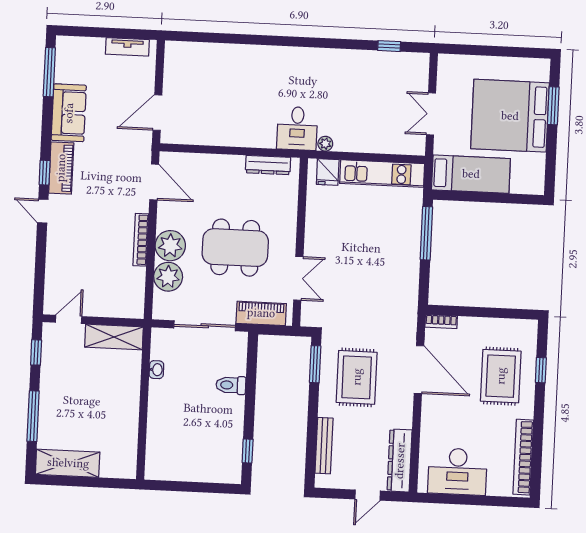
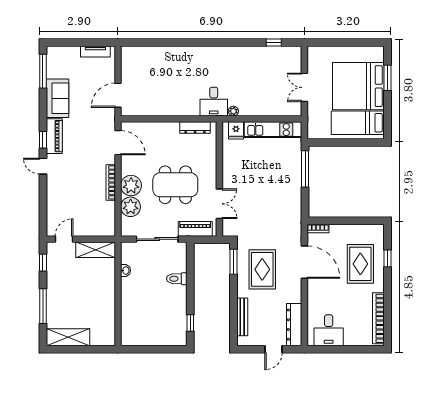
bed: (471, 174) -> (358, 123), moved, turned 180
desk: (458, 472) -> (329, 330), width x0.73

